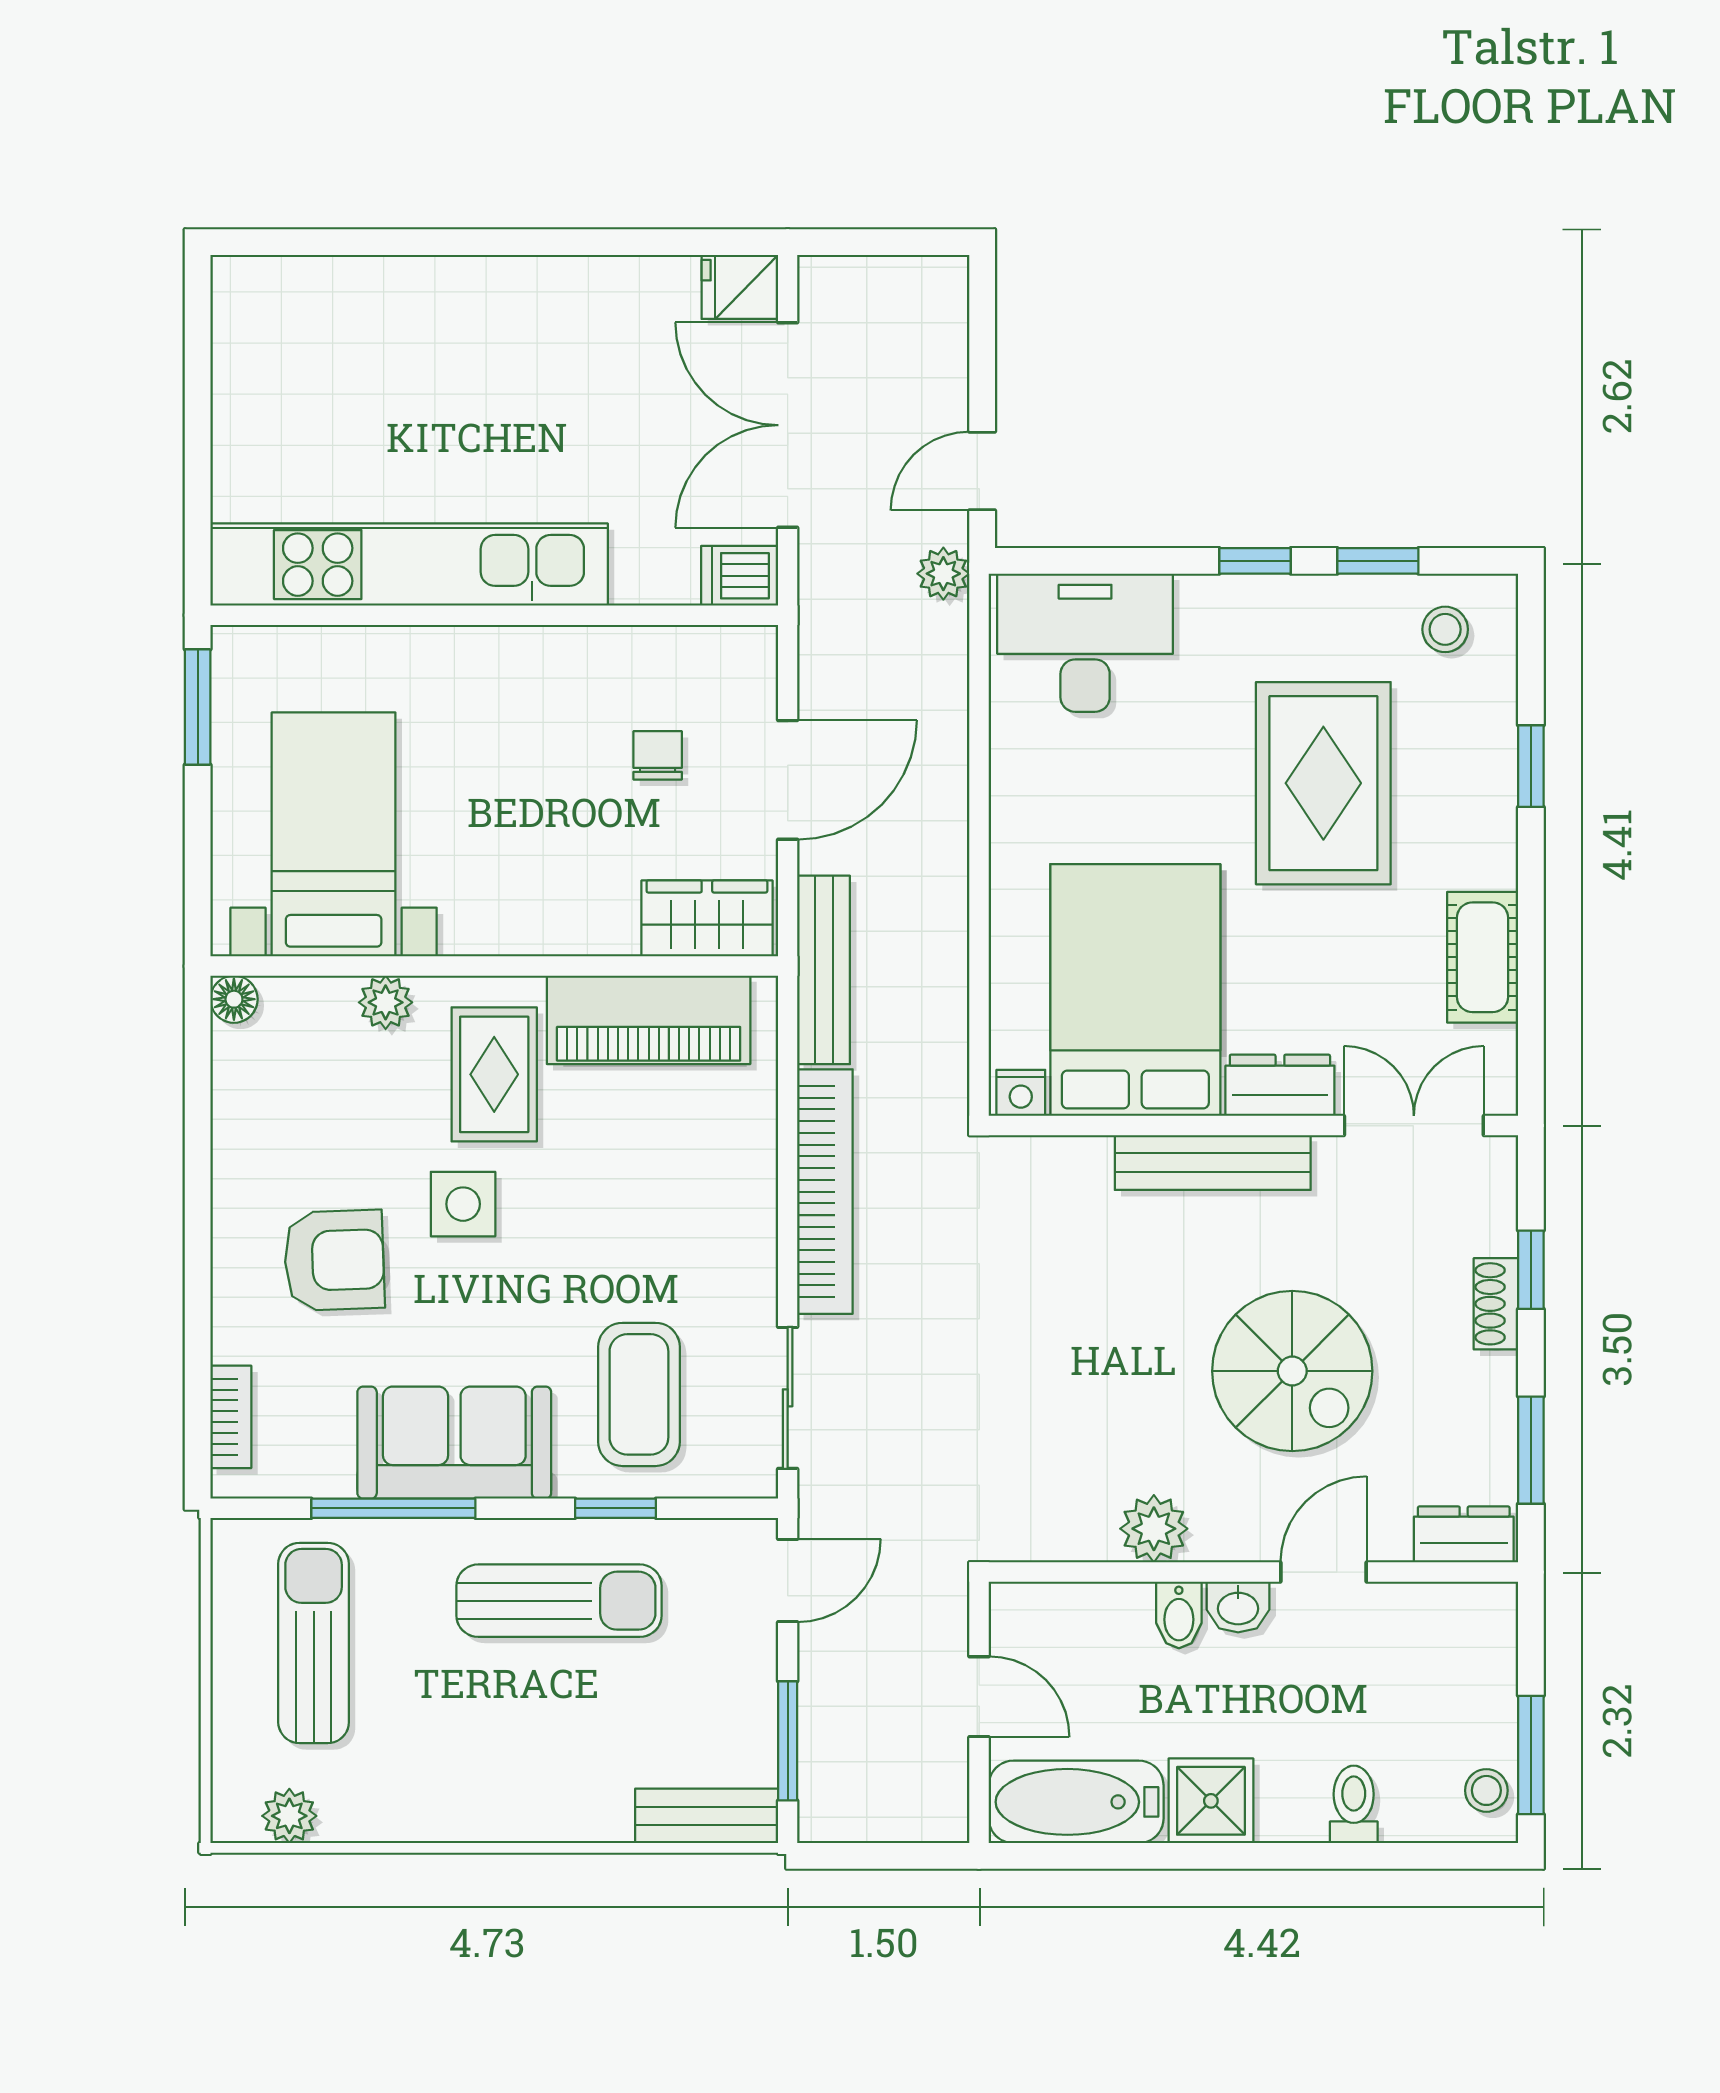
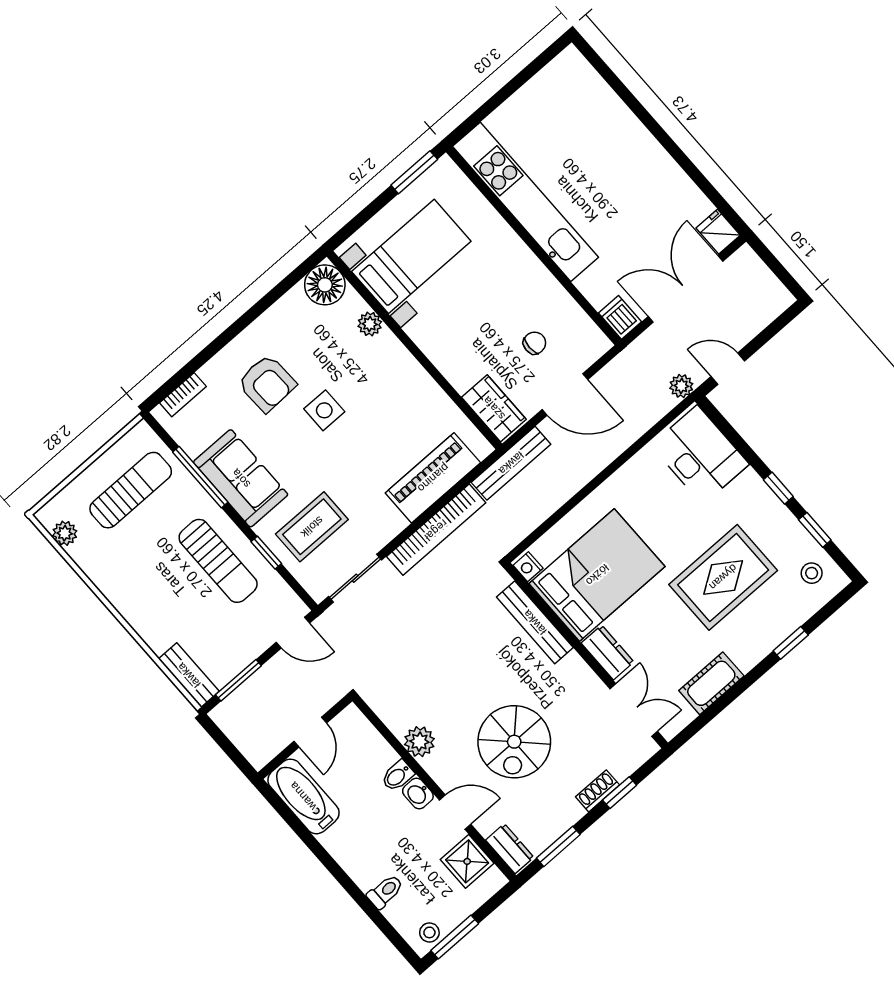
floor lamp: (234, 999) -> (325, 285), width x1.89, depth x1.89
piano: (649, 1020) -> (433, 478), moved, turned 90
rug: (494, 1074) -> (378, 382), removed
bench: (1213, 1162) -> (535, 622), moved
shower: (1211, 1801) -> (467, 861), moved

